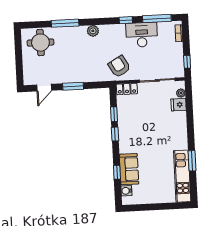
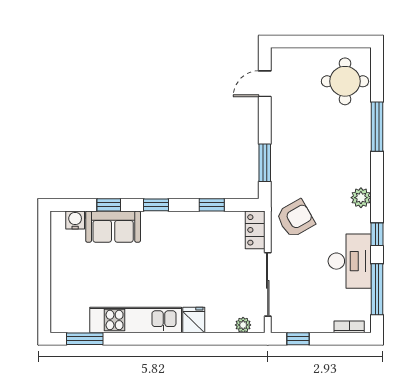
plant: (93, 31) -> (361, 198), moved
window: (73, 86) -> (265, 163), moved
door: (44, 88) -> (265, 84), hinge flipped
fridge: (179, 105) -> (194, 320), moved
window: (115, 134) -> (156, 205), moved
window: (192, 161) -> (85, 339), moved
kitchen unit: (182, 176) -> (136, 320), moved

